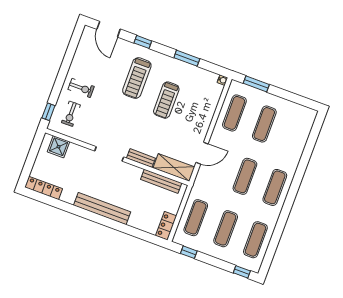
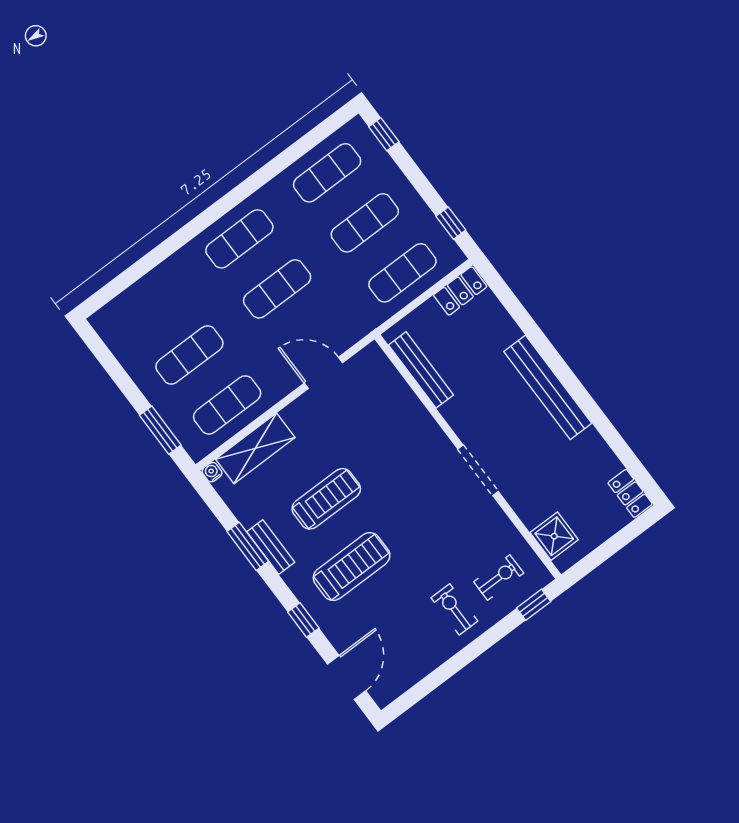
bench: (141, 158) -> (271, 547), moved
shelving: (174, 167) -> (255, 448), moved, turned 90
locker: (44, 188) -> (630, 493), width x0.66

